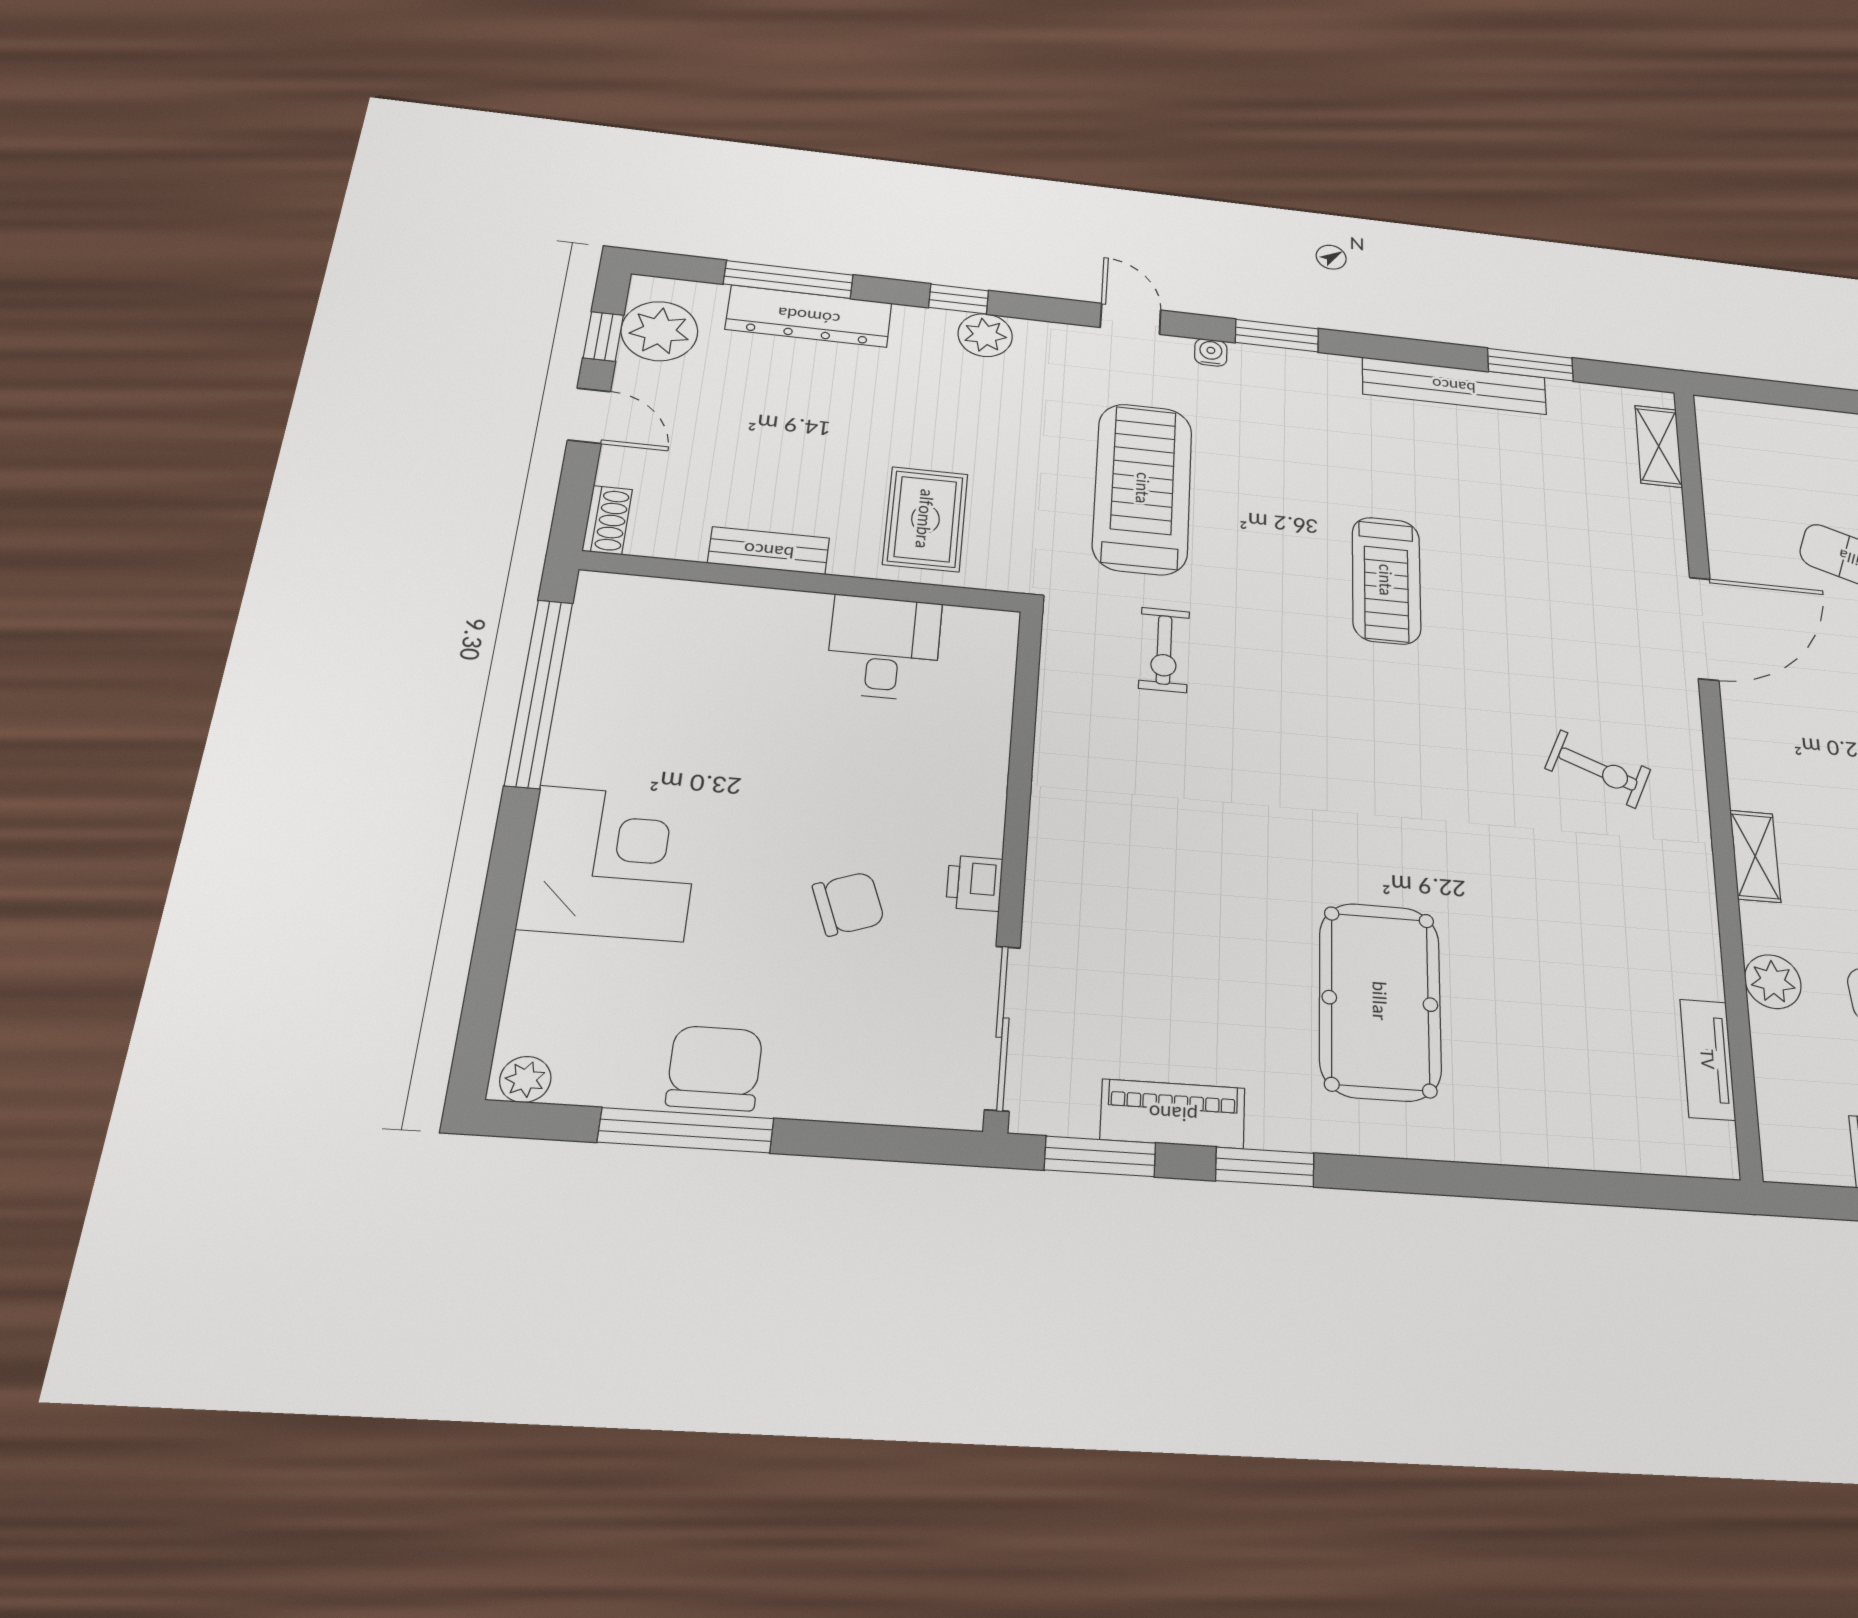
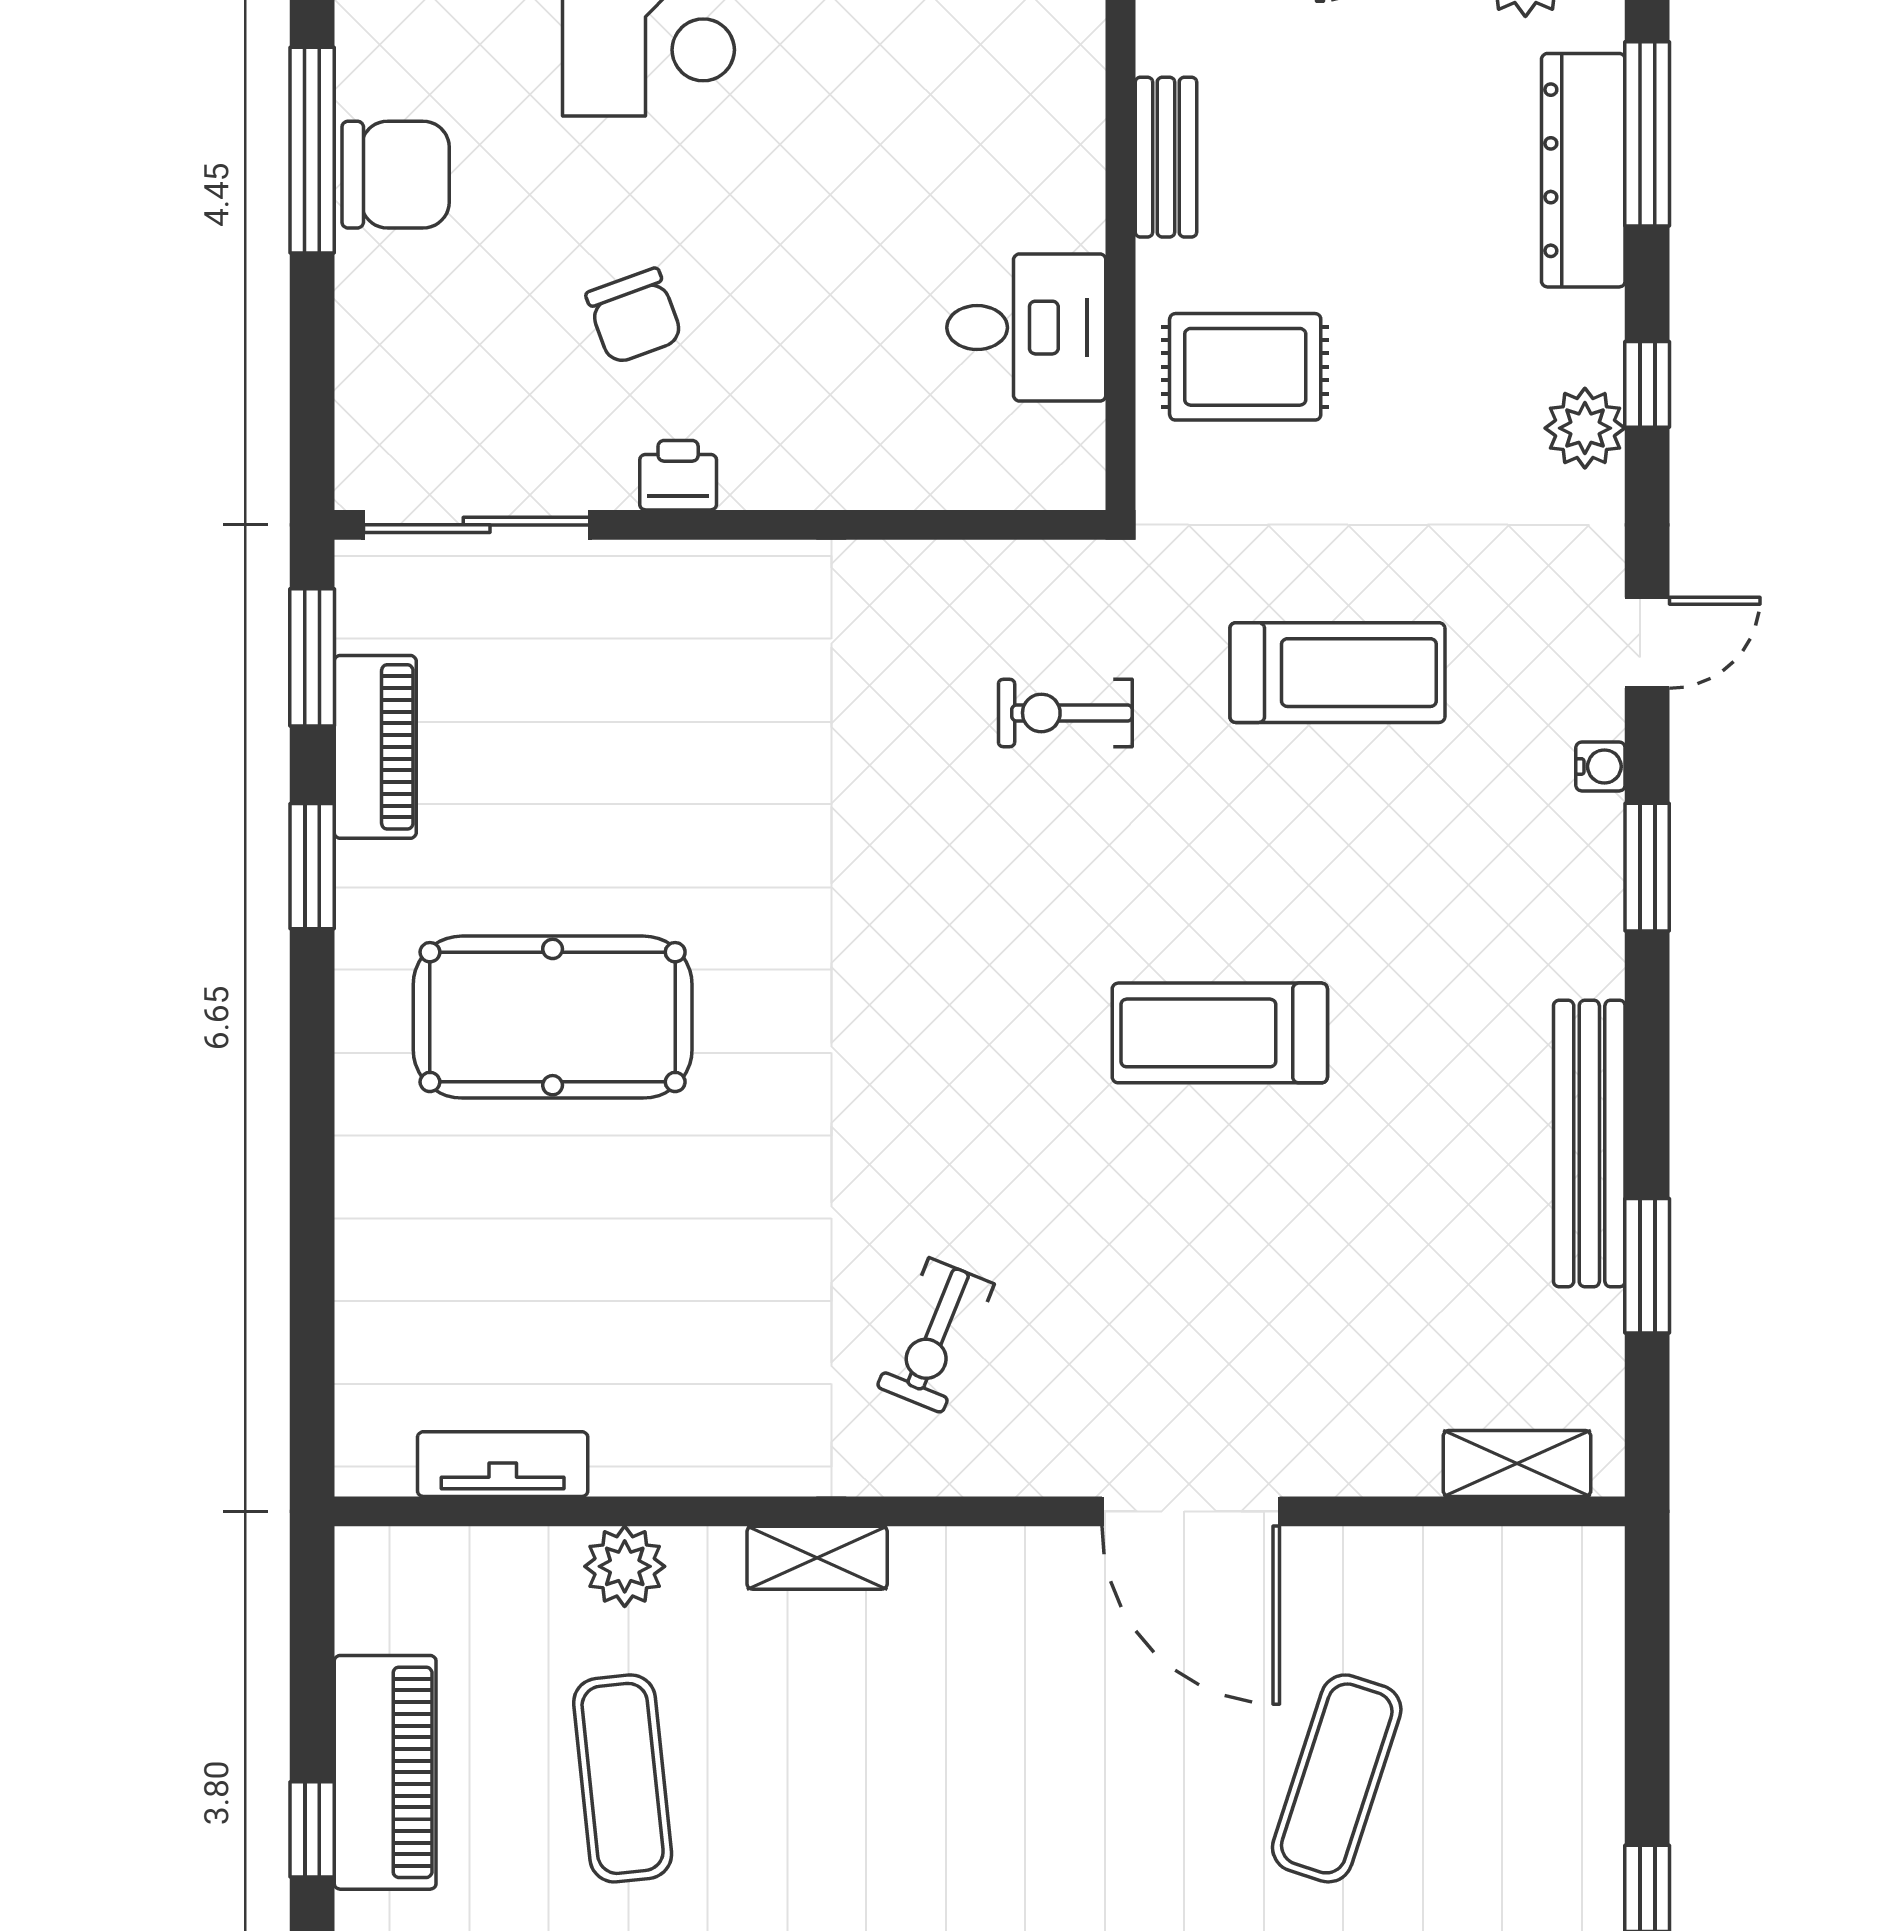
treadmill: (1143, 488) -> (1337, 673), width x0.73, depth x0.73

